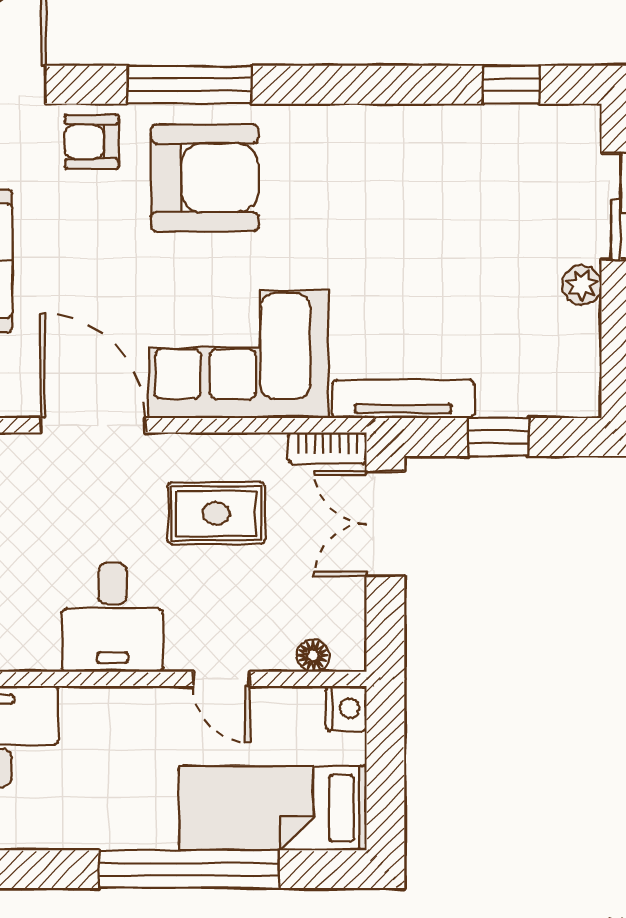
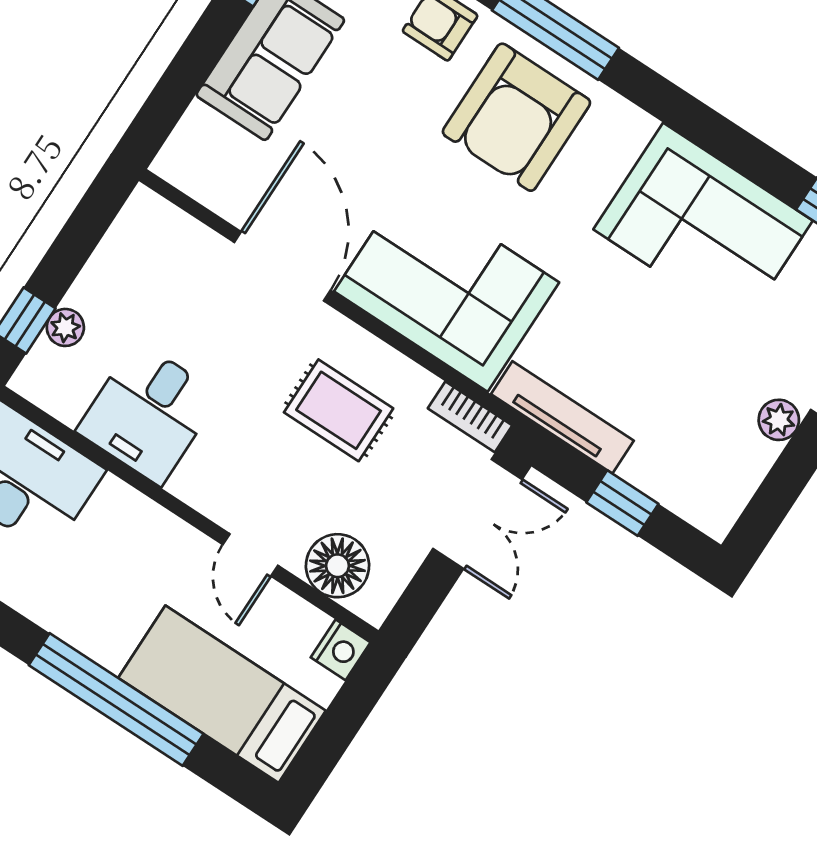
corner sofa: (415, 166) -> (703, 225), added
armchair: (205, 178) -> (516, 117), turned 90
double door: (385, 524) -> (478, 514), swing flipped
desk: (113, 617) -> (148, 413), moved
floor lamp: (313, 656) -> (337, 566), width x1.89, depth x1.89

